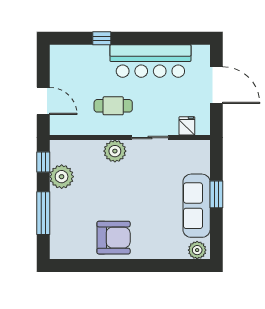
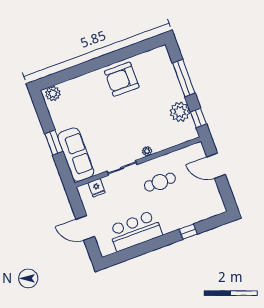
bar counter: (150, 61) -> (135, 231), width x0.73
door: (216, 85) -> (85, 228), width x0.73
plant: (115, 151) -> (147, 151), width x0.53, depth x0.53
sofa: (197, 206) -> (76, 155), moved

